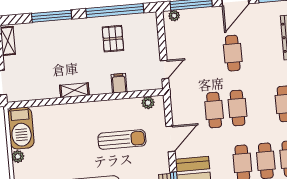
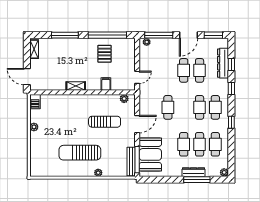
cafe table: (256, 51) -> (200, 70), added
cafe table: (238, 108) -> (200, 107), moved
barbecue: (21, 128) -> (35, 102), width x0.53, depth x0.65

